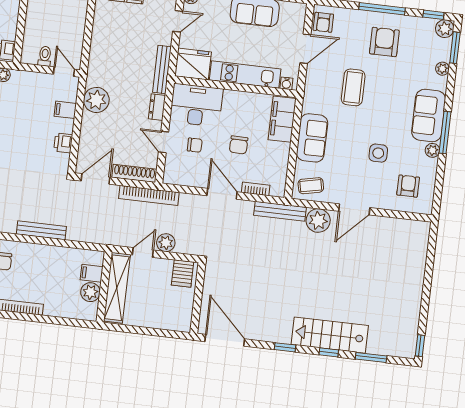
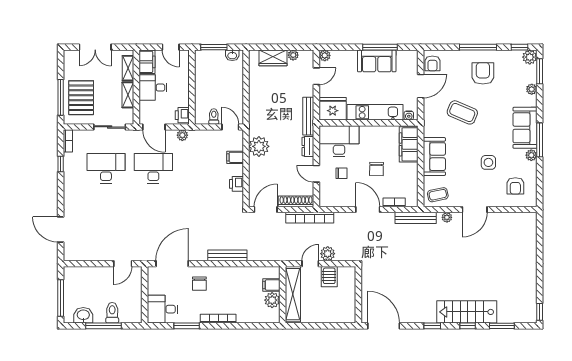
coffee table: (353, 87) -> (462, 112), turned -67
armchair: (408, 186) -> (515, 186), turned 180
plant: (318, 221) -> (447, 217), width x0.53, depth x0.53
server rack: (183, 274) -> (329, 277), moved

